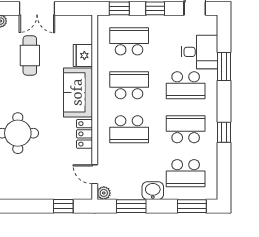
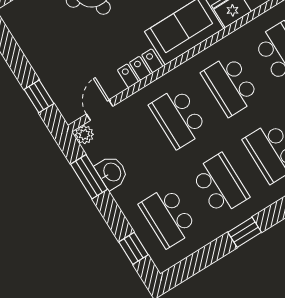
school desk: (129, 85) -> (230, 85), turned 180
washbasin: (153, 191) -> (112, 172), moved
window: (192, 206) -> (134, 248), width x0.67

